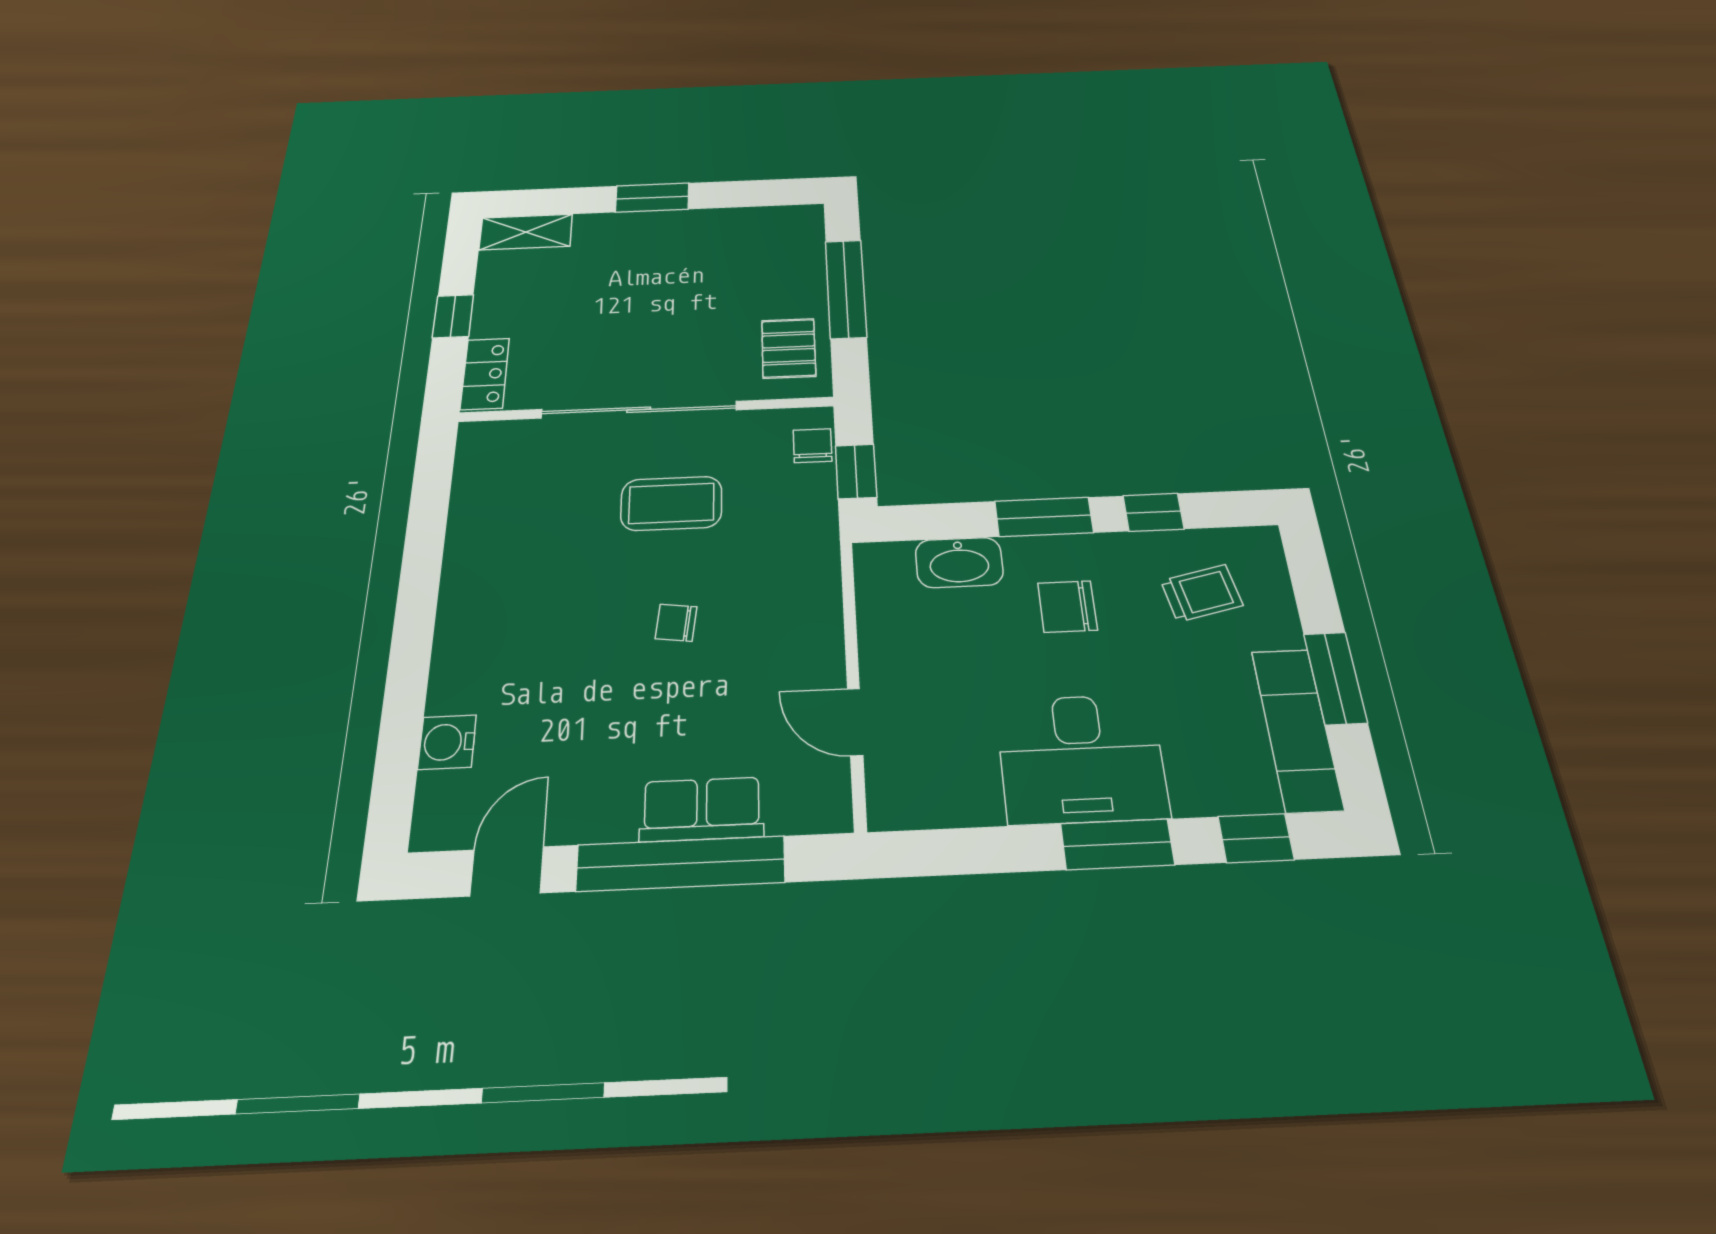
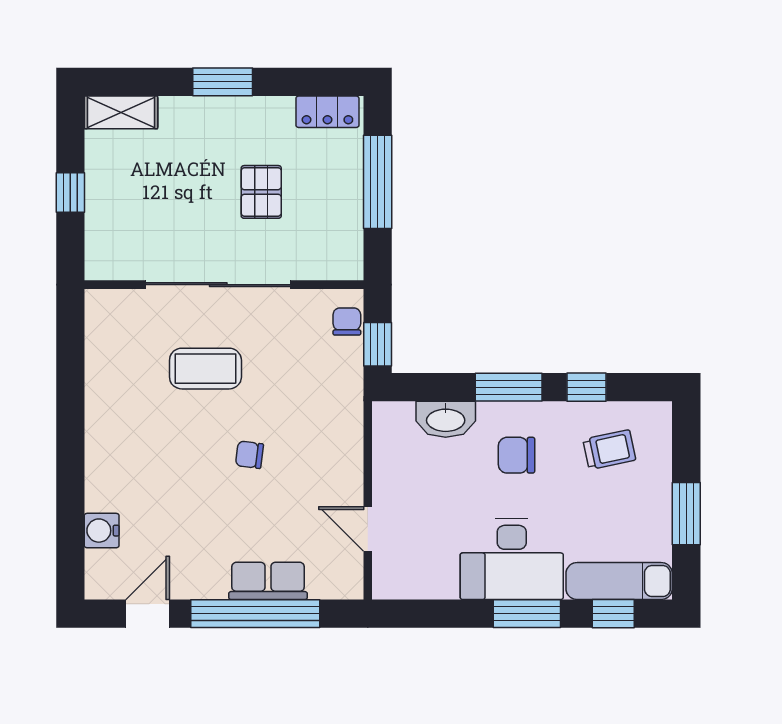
pallet: (789, 348) -> (261, 192), moved
locker: (485, 374) -> (327, 112), moved, turned 90
coffee table: (671, 503) -> (205, 369), moved
exam couch: (1297, 729) -> (619, 581), moved, turned 90

